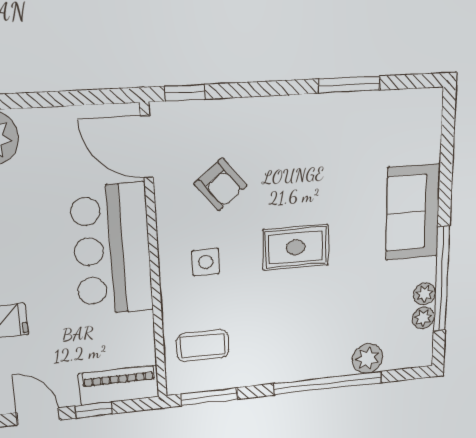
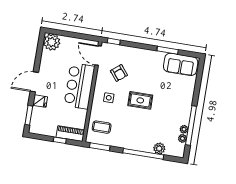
sofa: (413, 212) -> (181, 64), moved, turned -90
door: (38, 416) -> (41, 137), removed

